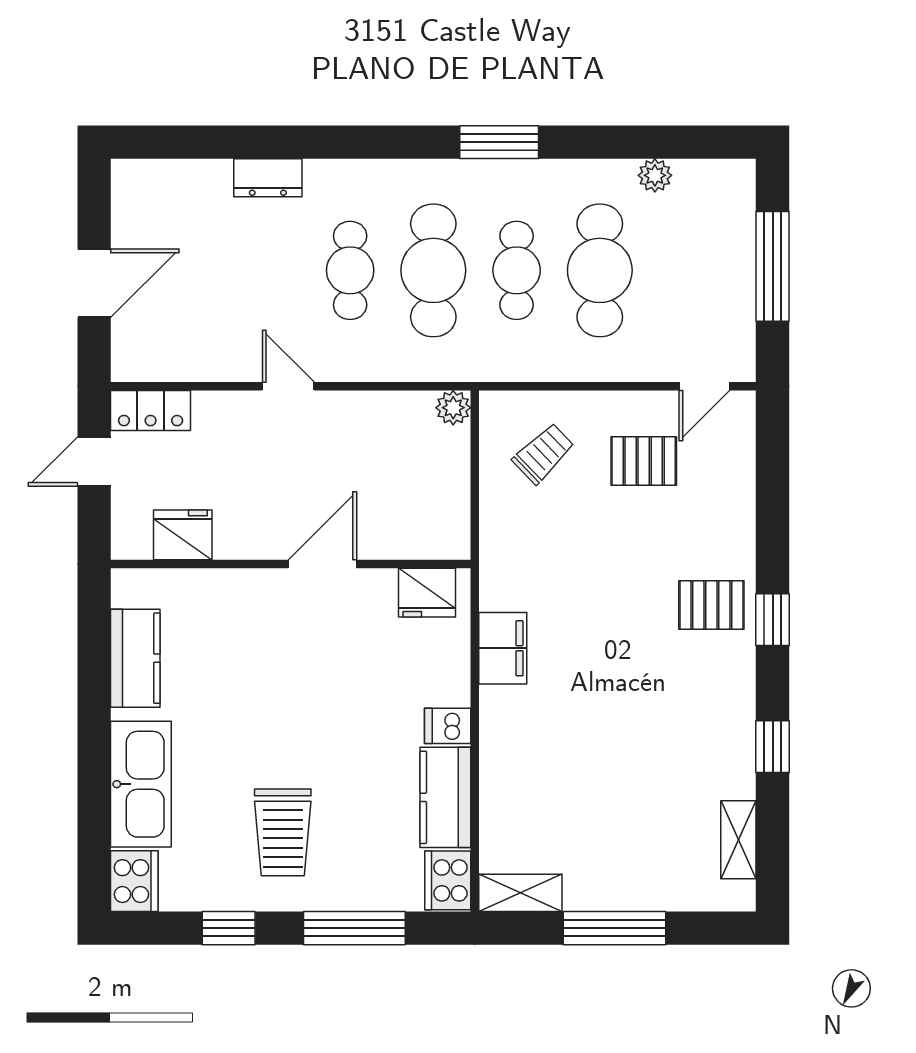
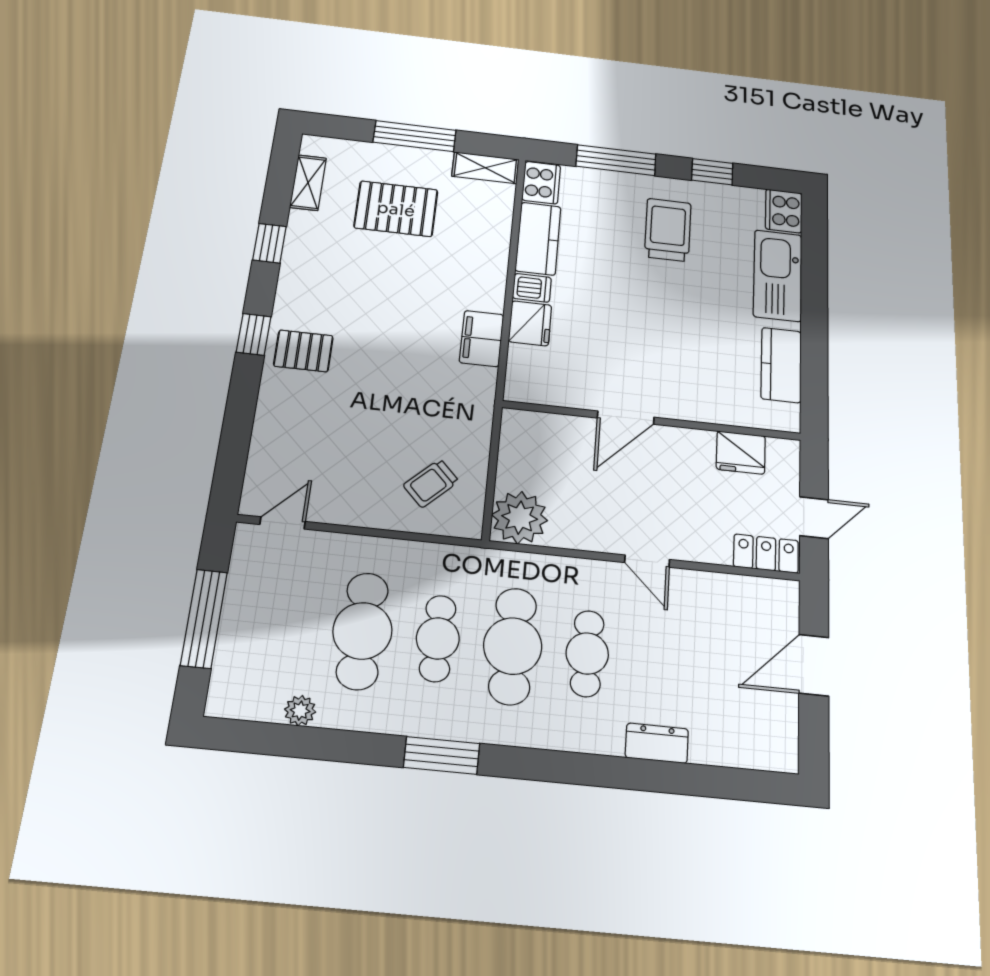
plant: (453, 408) -> (520, 518), width x1.87, depth x1.87
pallet: (644, 461) -> (396, 209), moved, width x1.50, depth x1.42
fridge: (427, 593) -> (530, 323), moved, turned 90

